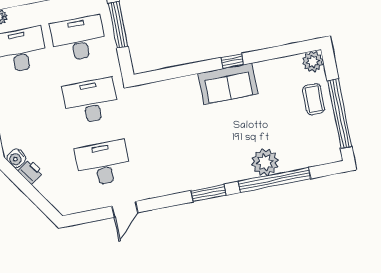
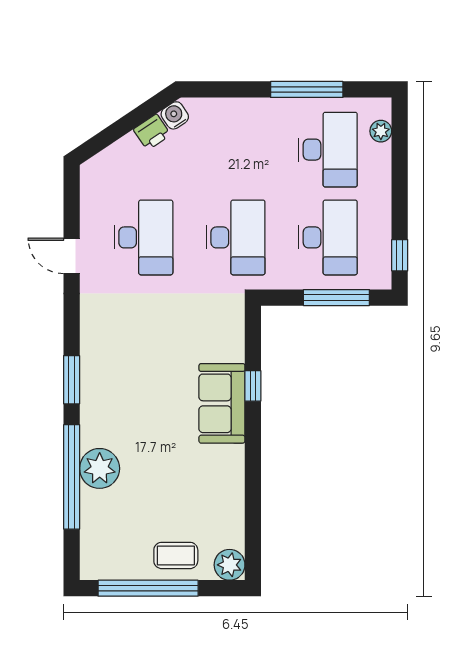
window: (232, 61) -> (253, 386), moved
sofa: (228, 84) -> (222, 403), moved

